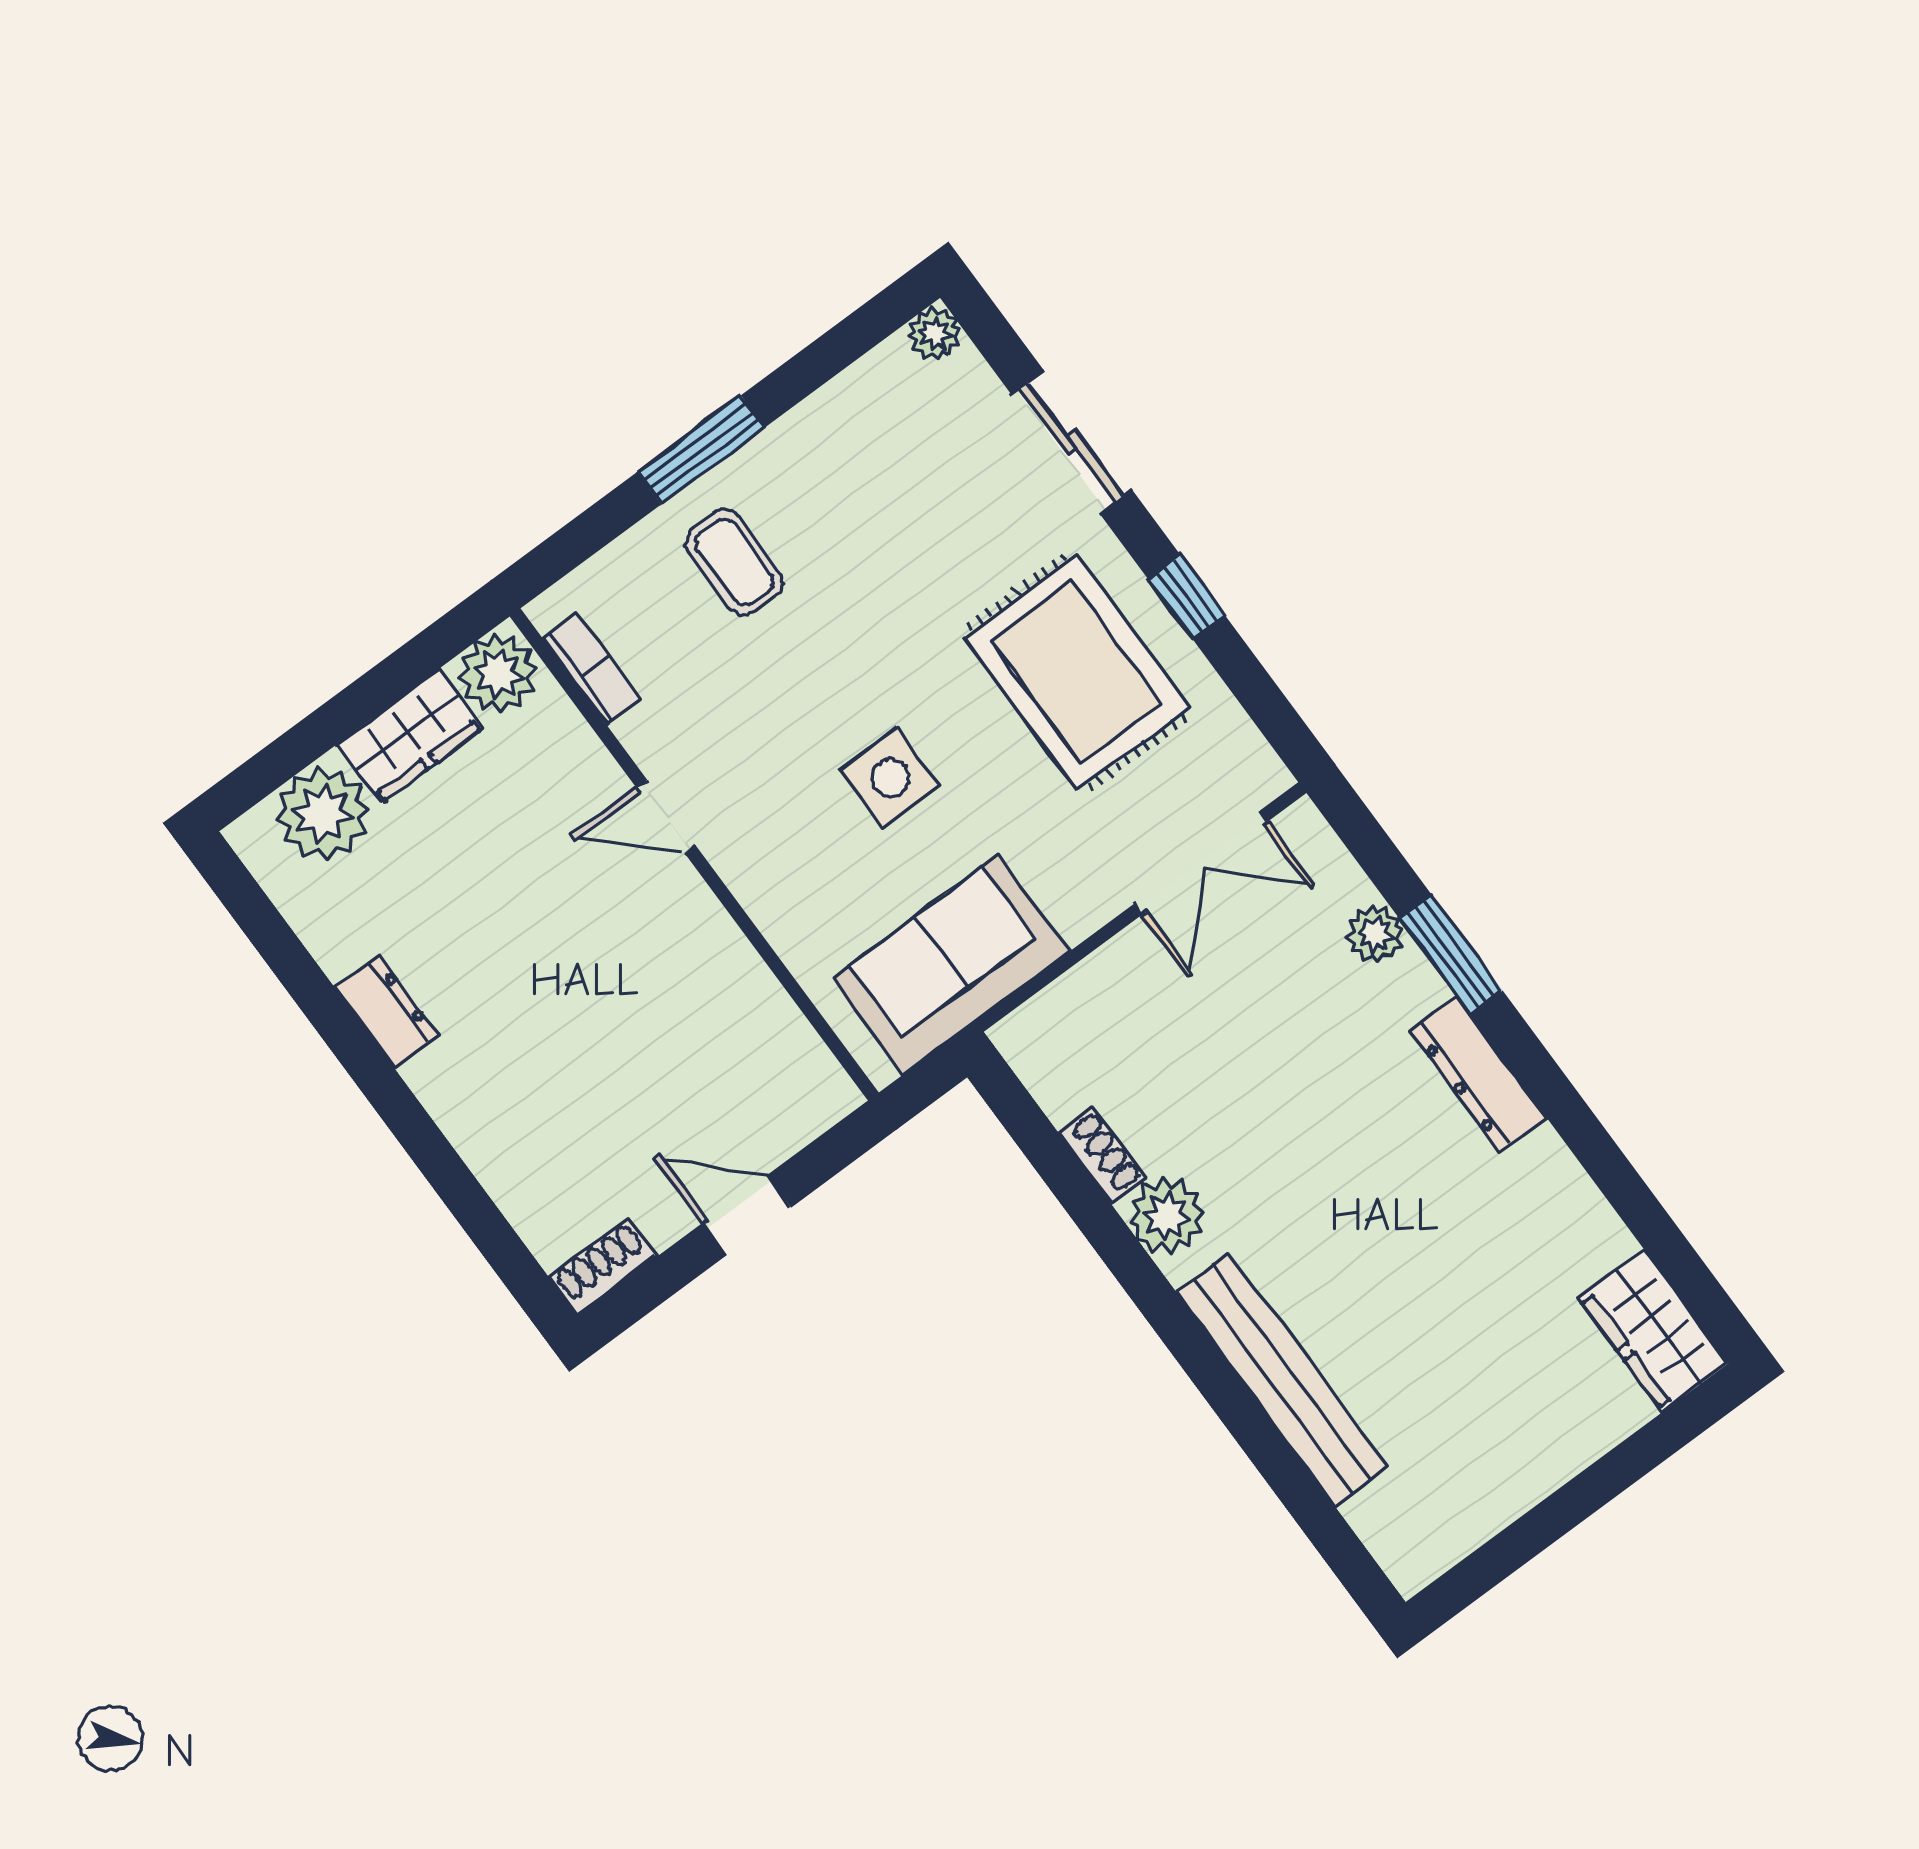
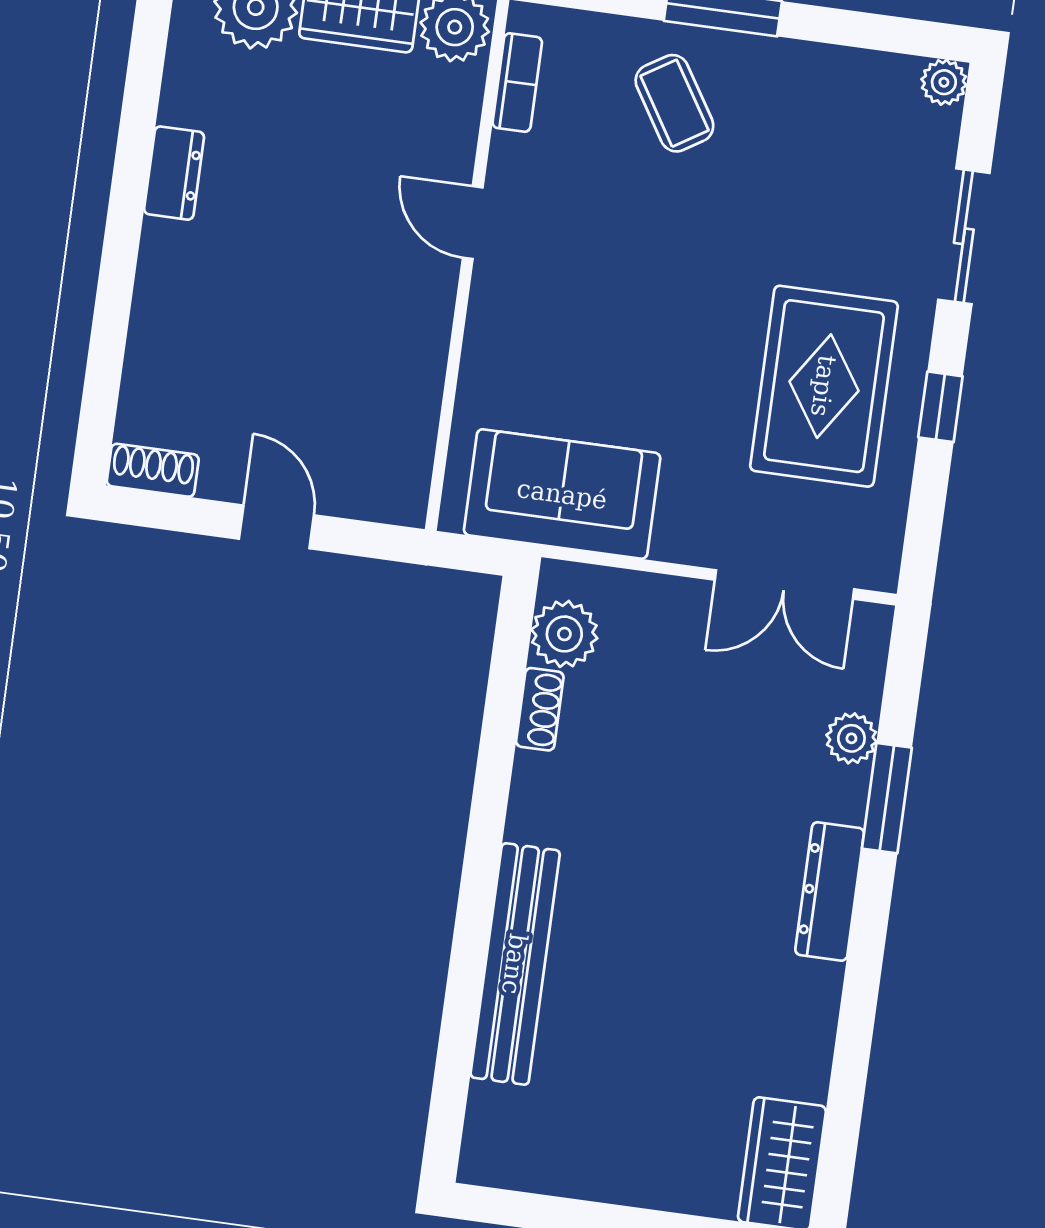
coffee table: (735, 562) -> (674, 103), turned -32
side table: (890, 778) -> (639, 338), removed
plant: (1167, 1216) -> (564, 634), moved

